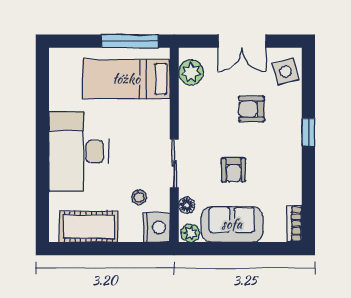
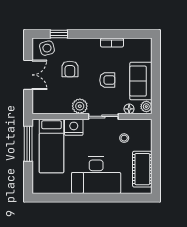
plant: (191, 72) -> (80, 106), moved
window: (308, 132) -> (59, 34), moved
bookcase: (295, 224) -> (112, 43), moved
nightstand: (157, 227) -> (74, 127), moved

